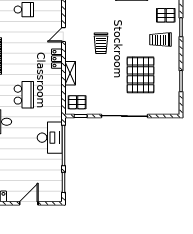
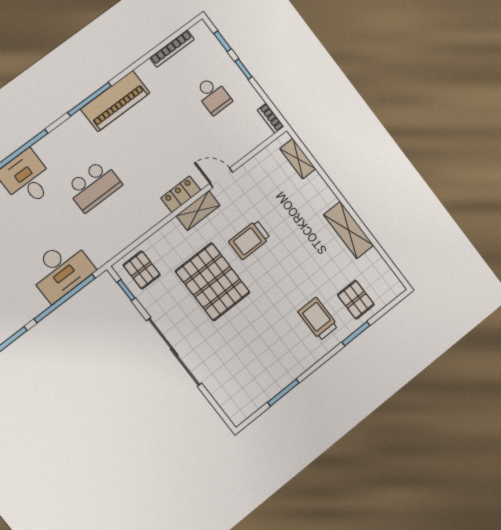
shelving: (70, 73) -> (198, 211), moved
pallet: (141, 75) -> (213, 282), moved, turned 90

